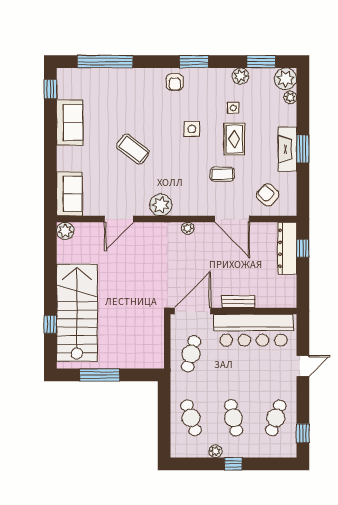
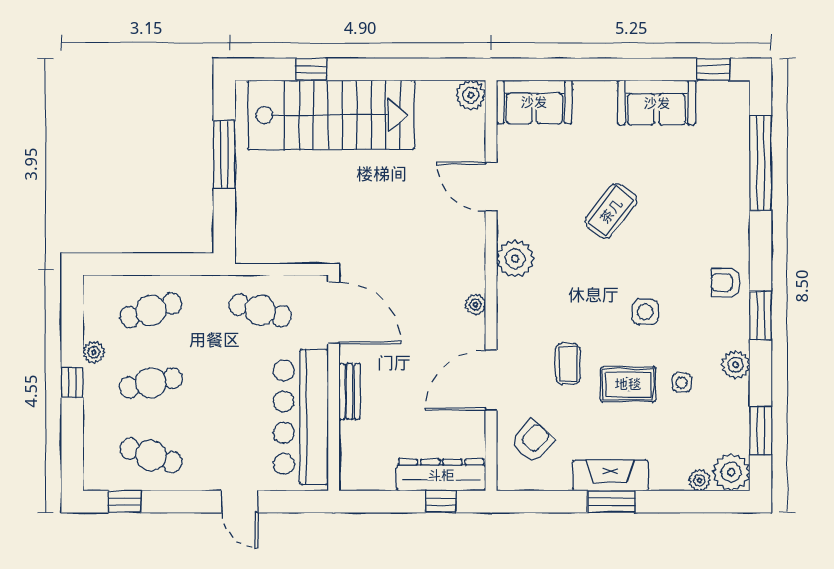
plant: (240, 76) -> (736, 365), moved

